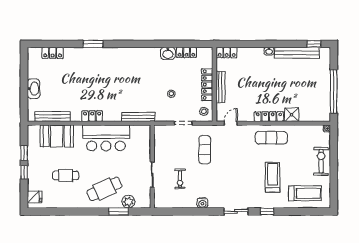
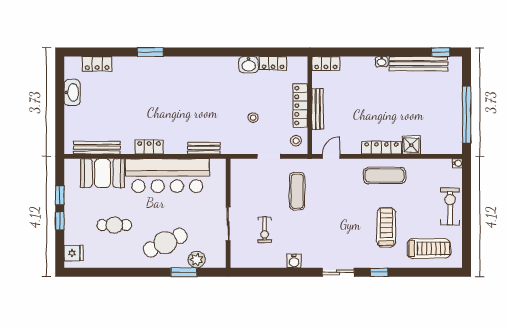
washbasin: (33, 89) -> (72, 92), moved
bench: (138, 117) -> (204, 148), width x0.73
bar counter: (106, 138) -> (167, 176), width x1.36

